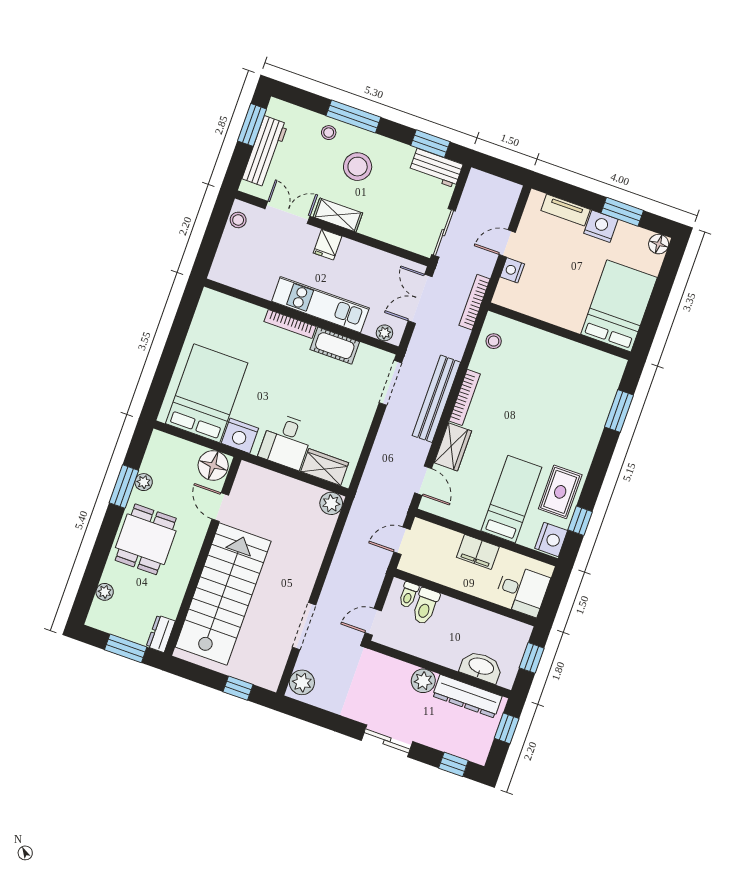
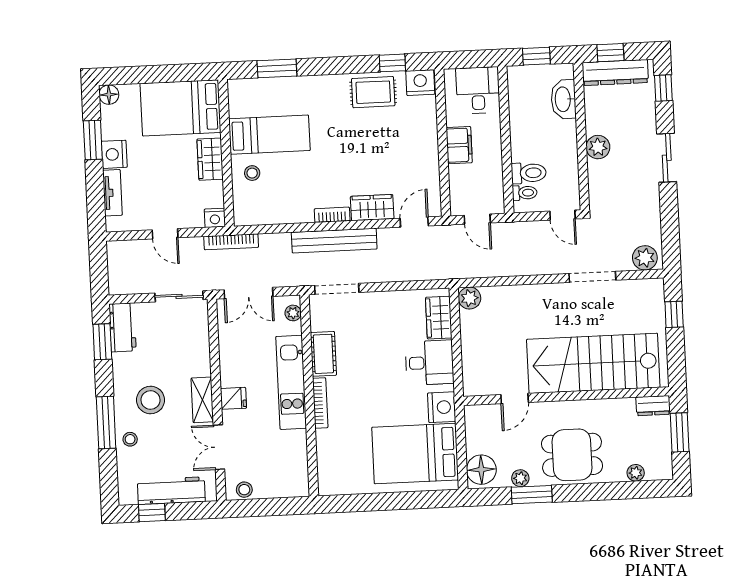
window: (252, 125) -> (152, 513), width x0.67
nightstand: (512, 270) -> (215, 218), moved
wardrobe: (560, 314) -> (210, 159), added
stool: (494, 341) -> (252, 173), moved
bookcase: (465, 397) -> (332, 215), width x0.64
floor lamp: (213, 465) -> (481, 470), moved
bed: (511, 499) -> (269, 135), moved, turned 180
dresser: (467, 696) -> (615, 73), moved, turned 90

